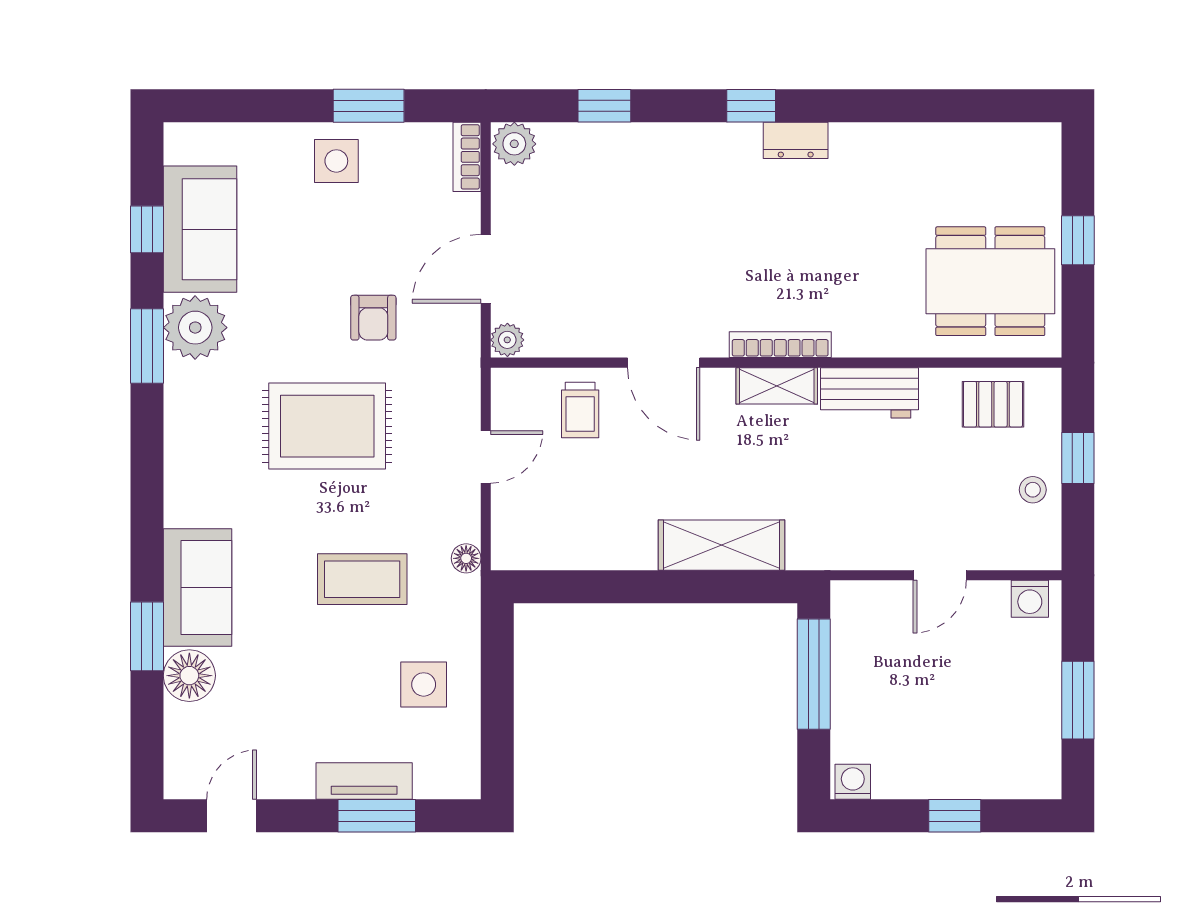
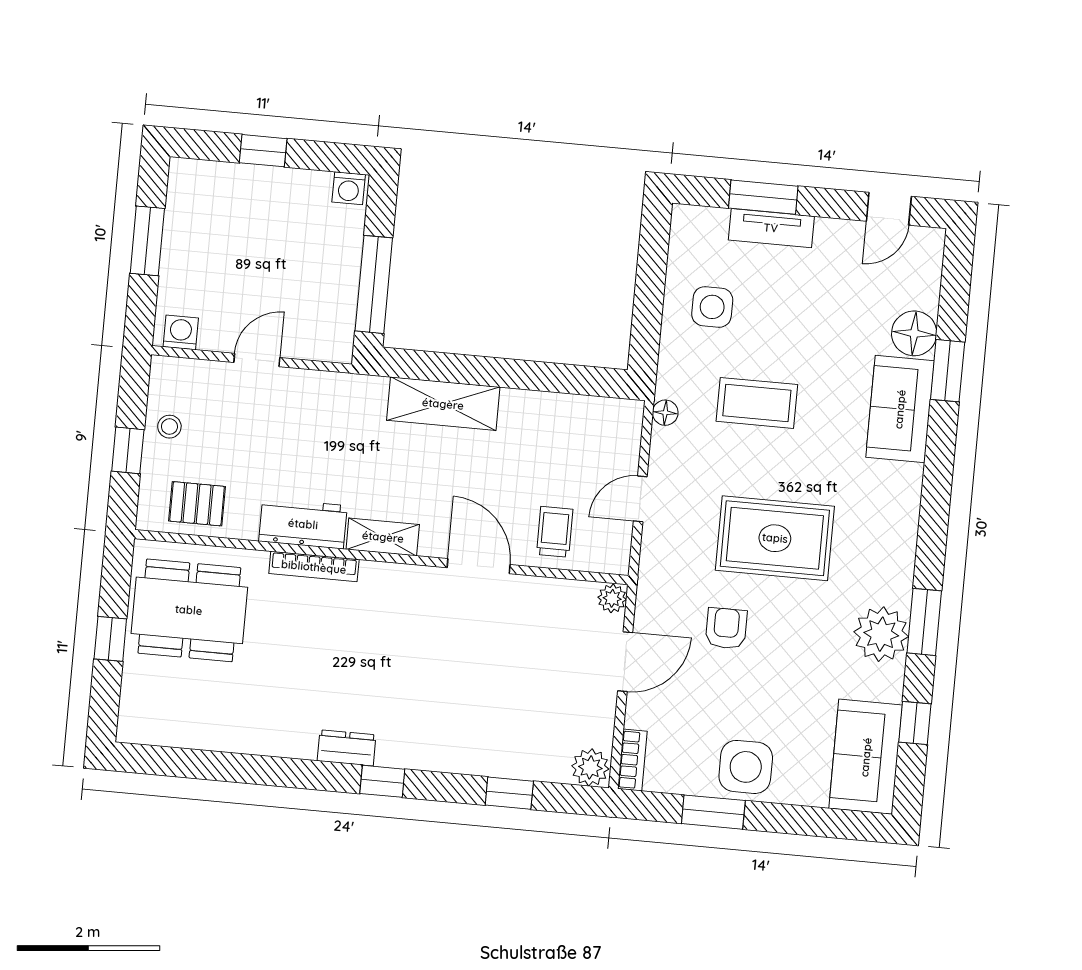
side table: (336, 161) -> (746, 767), width x1.37, depth x1.37
sofa: (200, 229) -> (866, 757), moved
bookcase: (780, 345) -> (314, 567), moved

